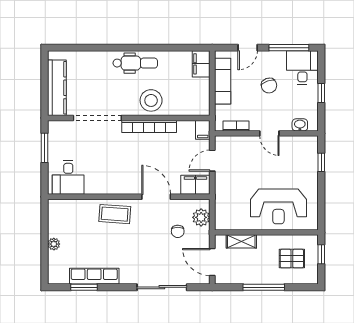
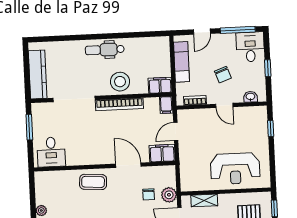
dental chair: (135, 63) -> (105, 50), turned 180
filing cabinet: (201, 64) -> (160, 85), moved, turned 90
chair: (269, 86) -> (223, 75), moved
plant: (201, 217) -> (169, 195), moved

